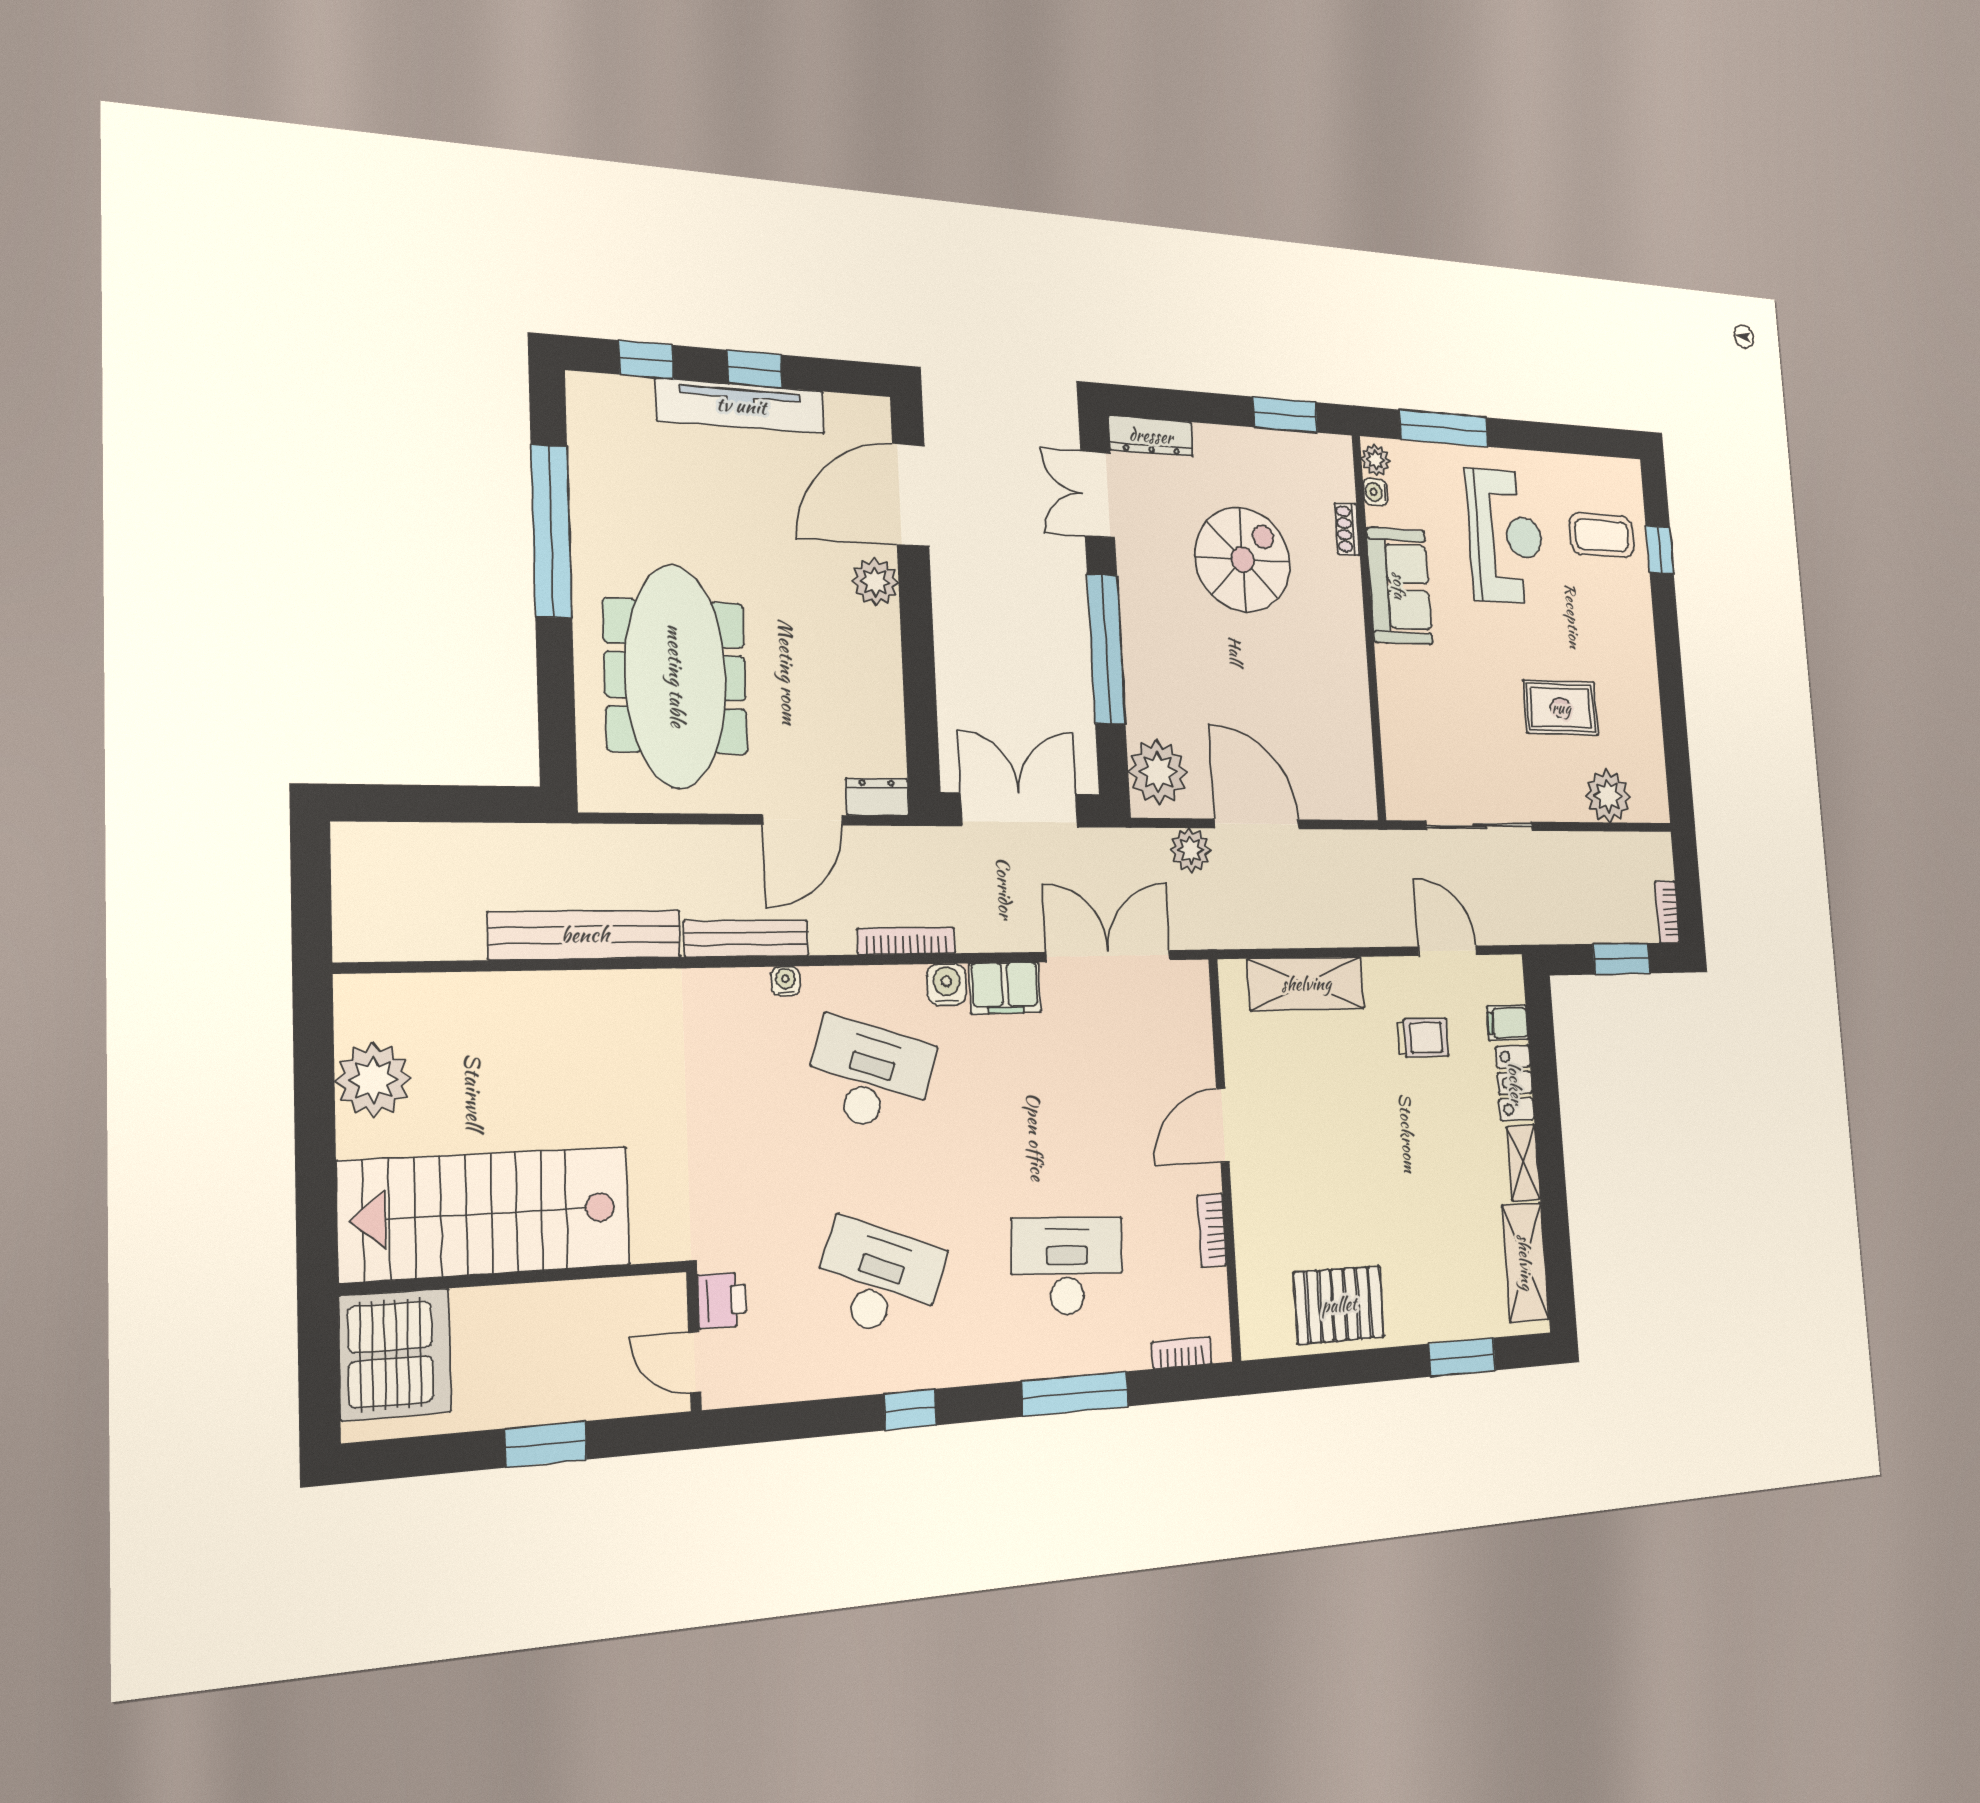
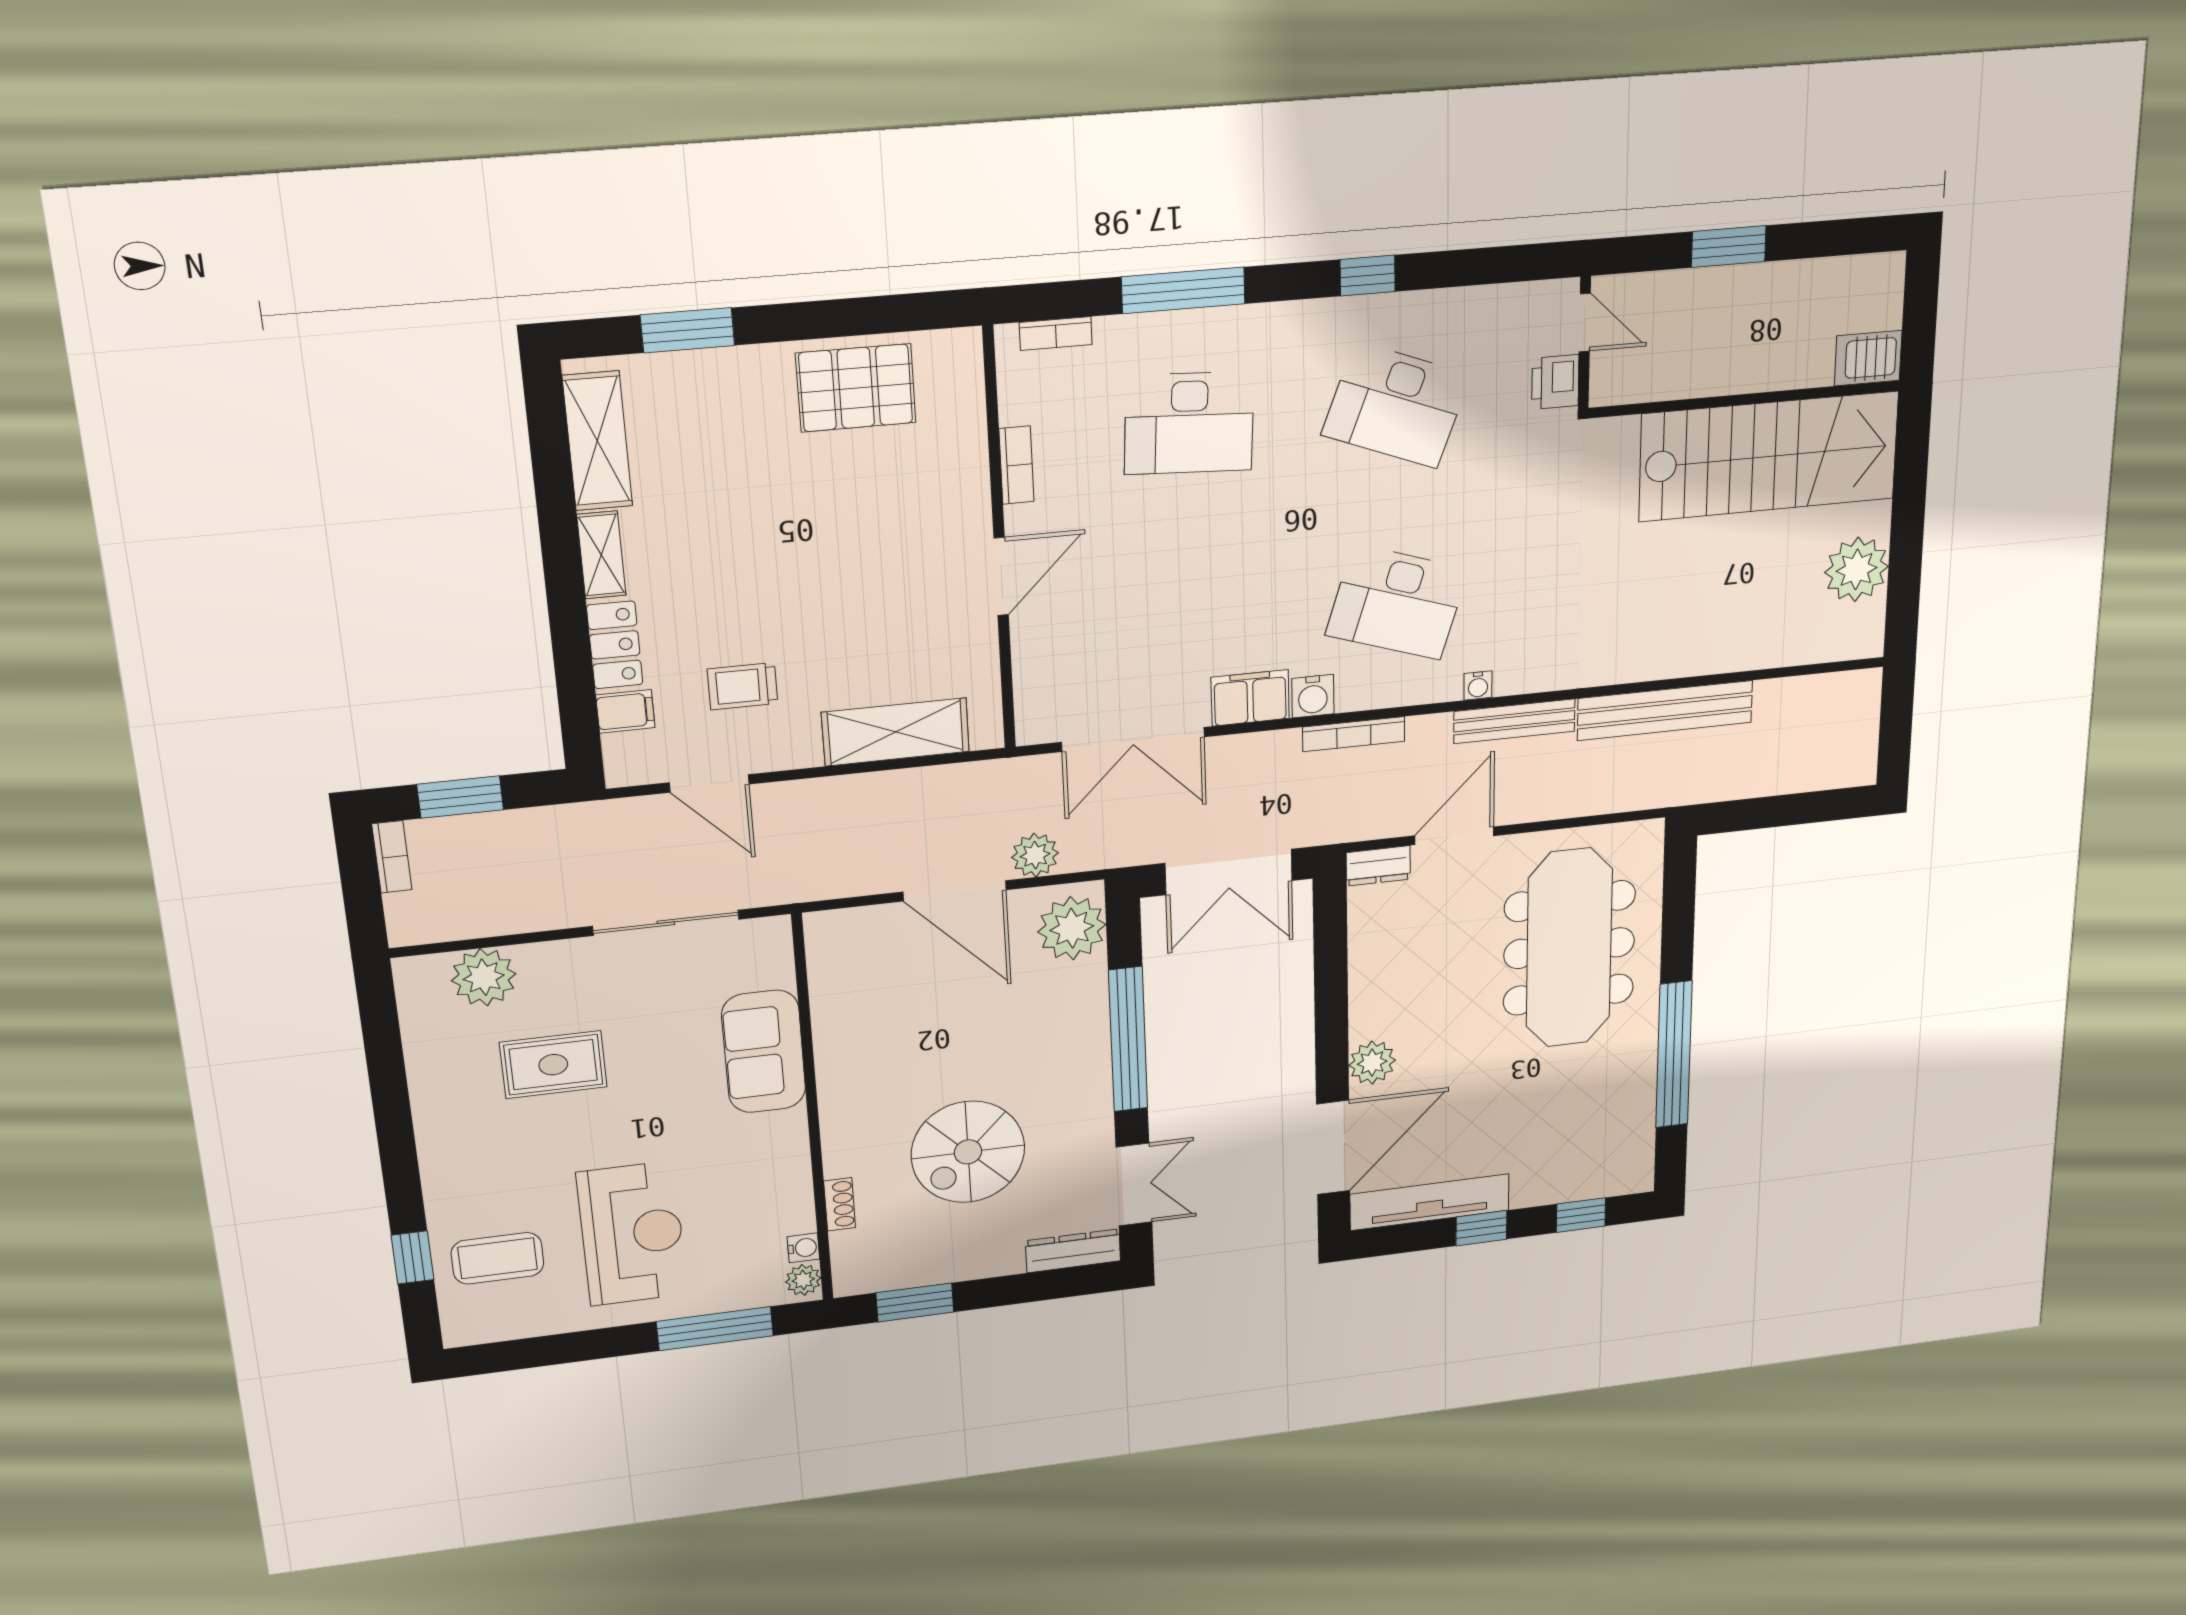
tv unit: (741, 406) -> (1430, 1202), moved
reception desk: (1505, 536) -> (632, 1234), turned 180
sofa: (1399, 586) -> (764, 1052), moved
server rack: (395, 1354) -> (1868, 358), width x0.46, depth x0.70

